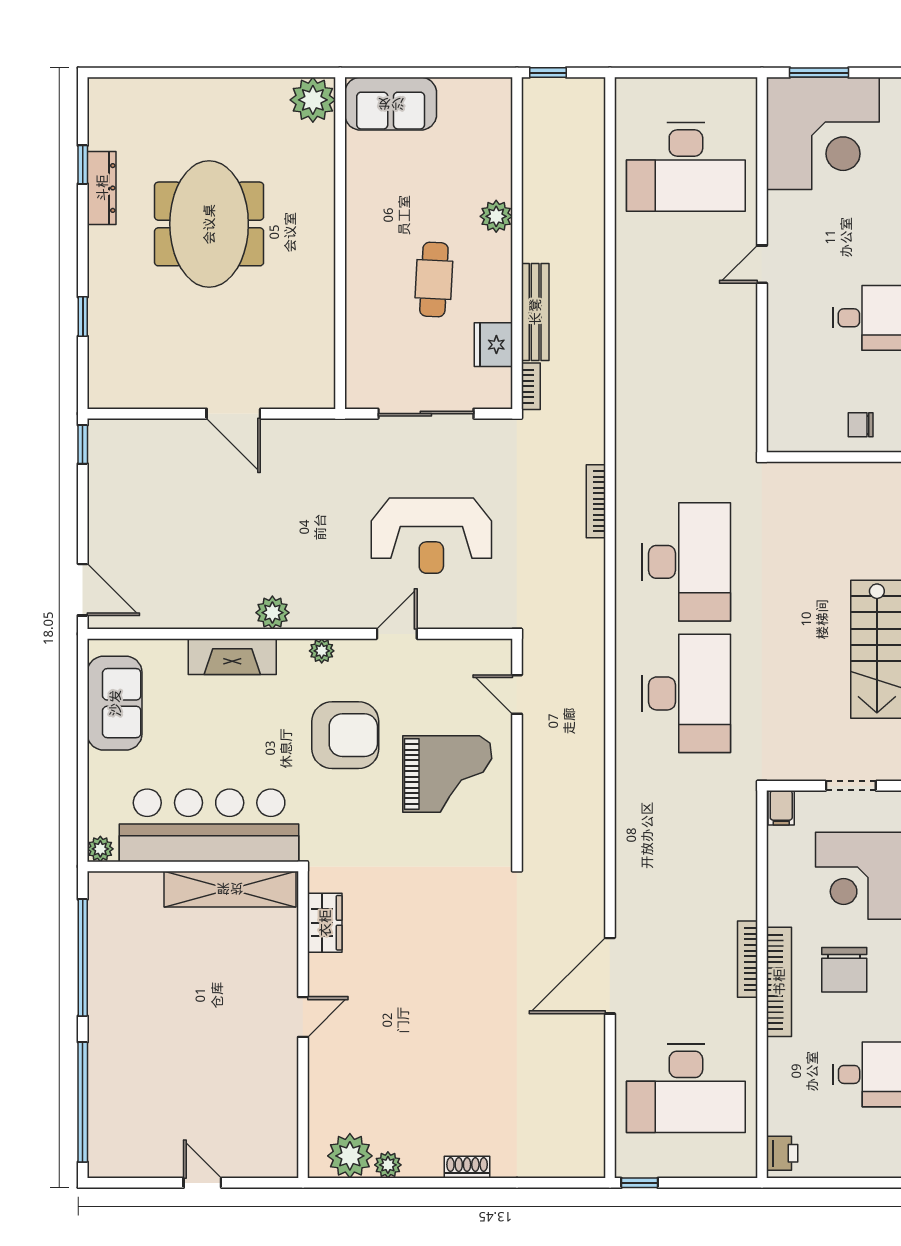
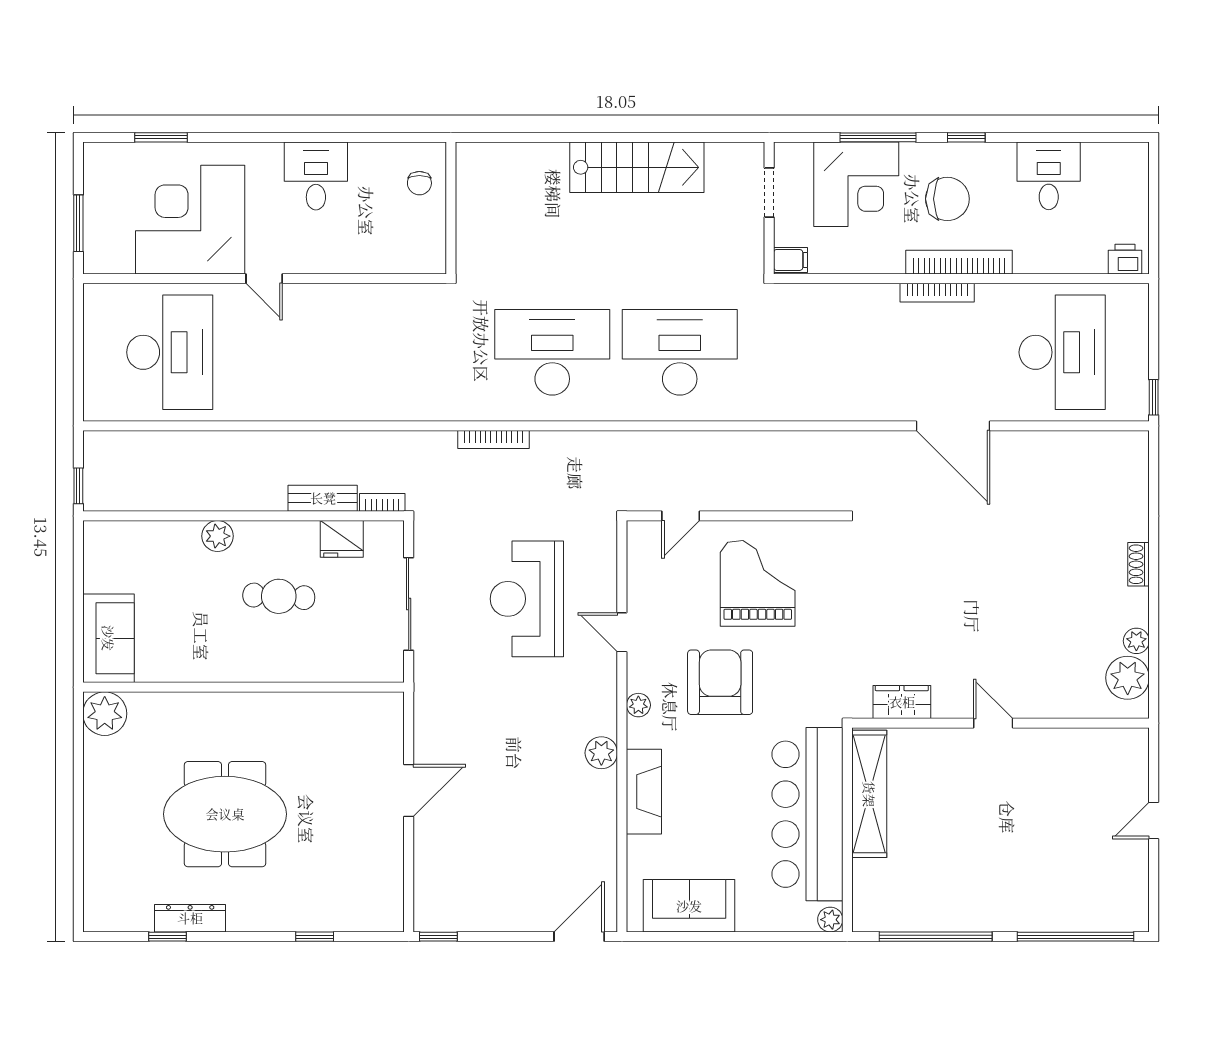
corner desk: (823, 133) -> (190, 220), moved, turned -90
bench: (535, 312) -> (323, 498), width x0.73
reception desk: (431, 536) -> (527, 599), turned 180

